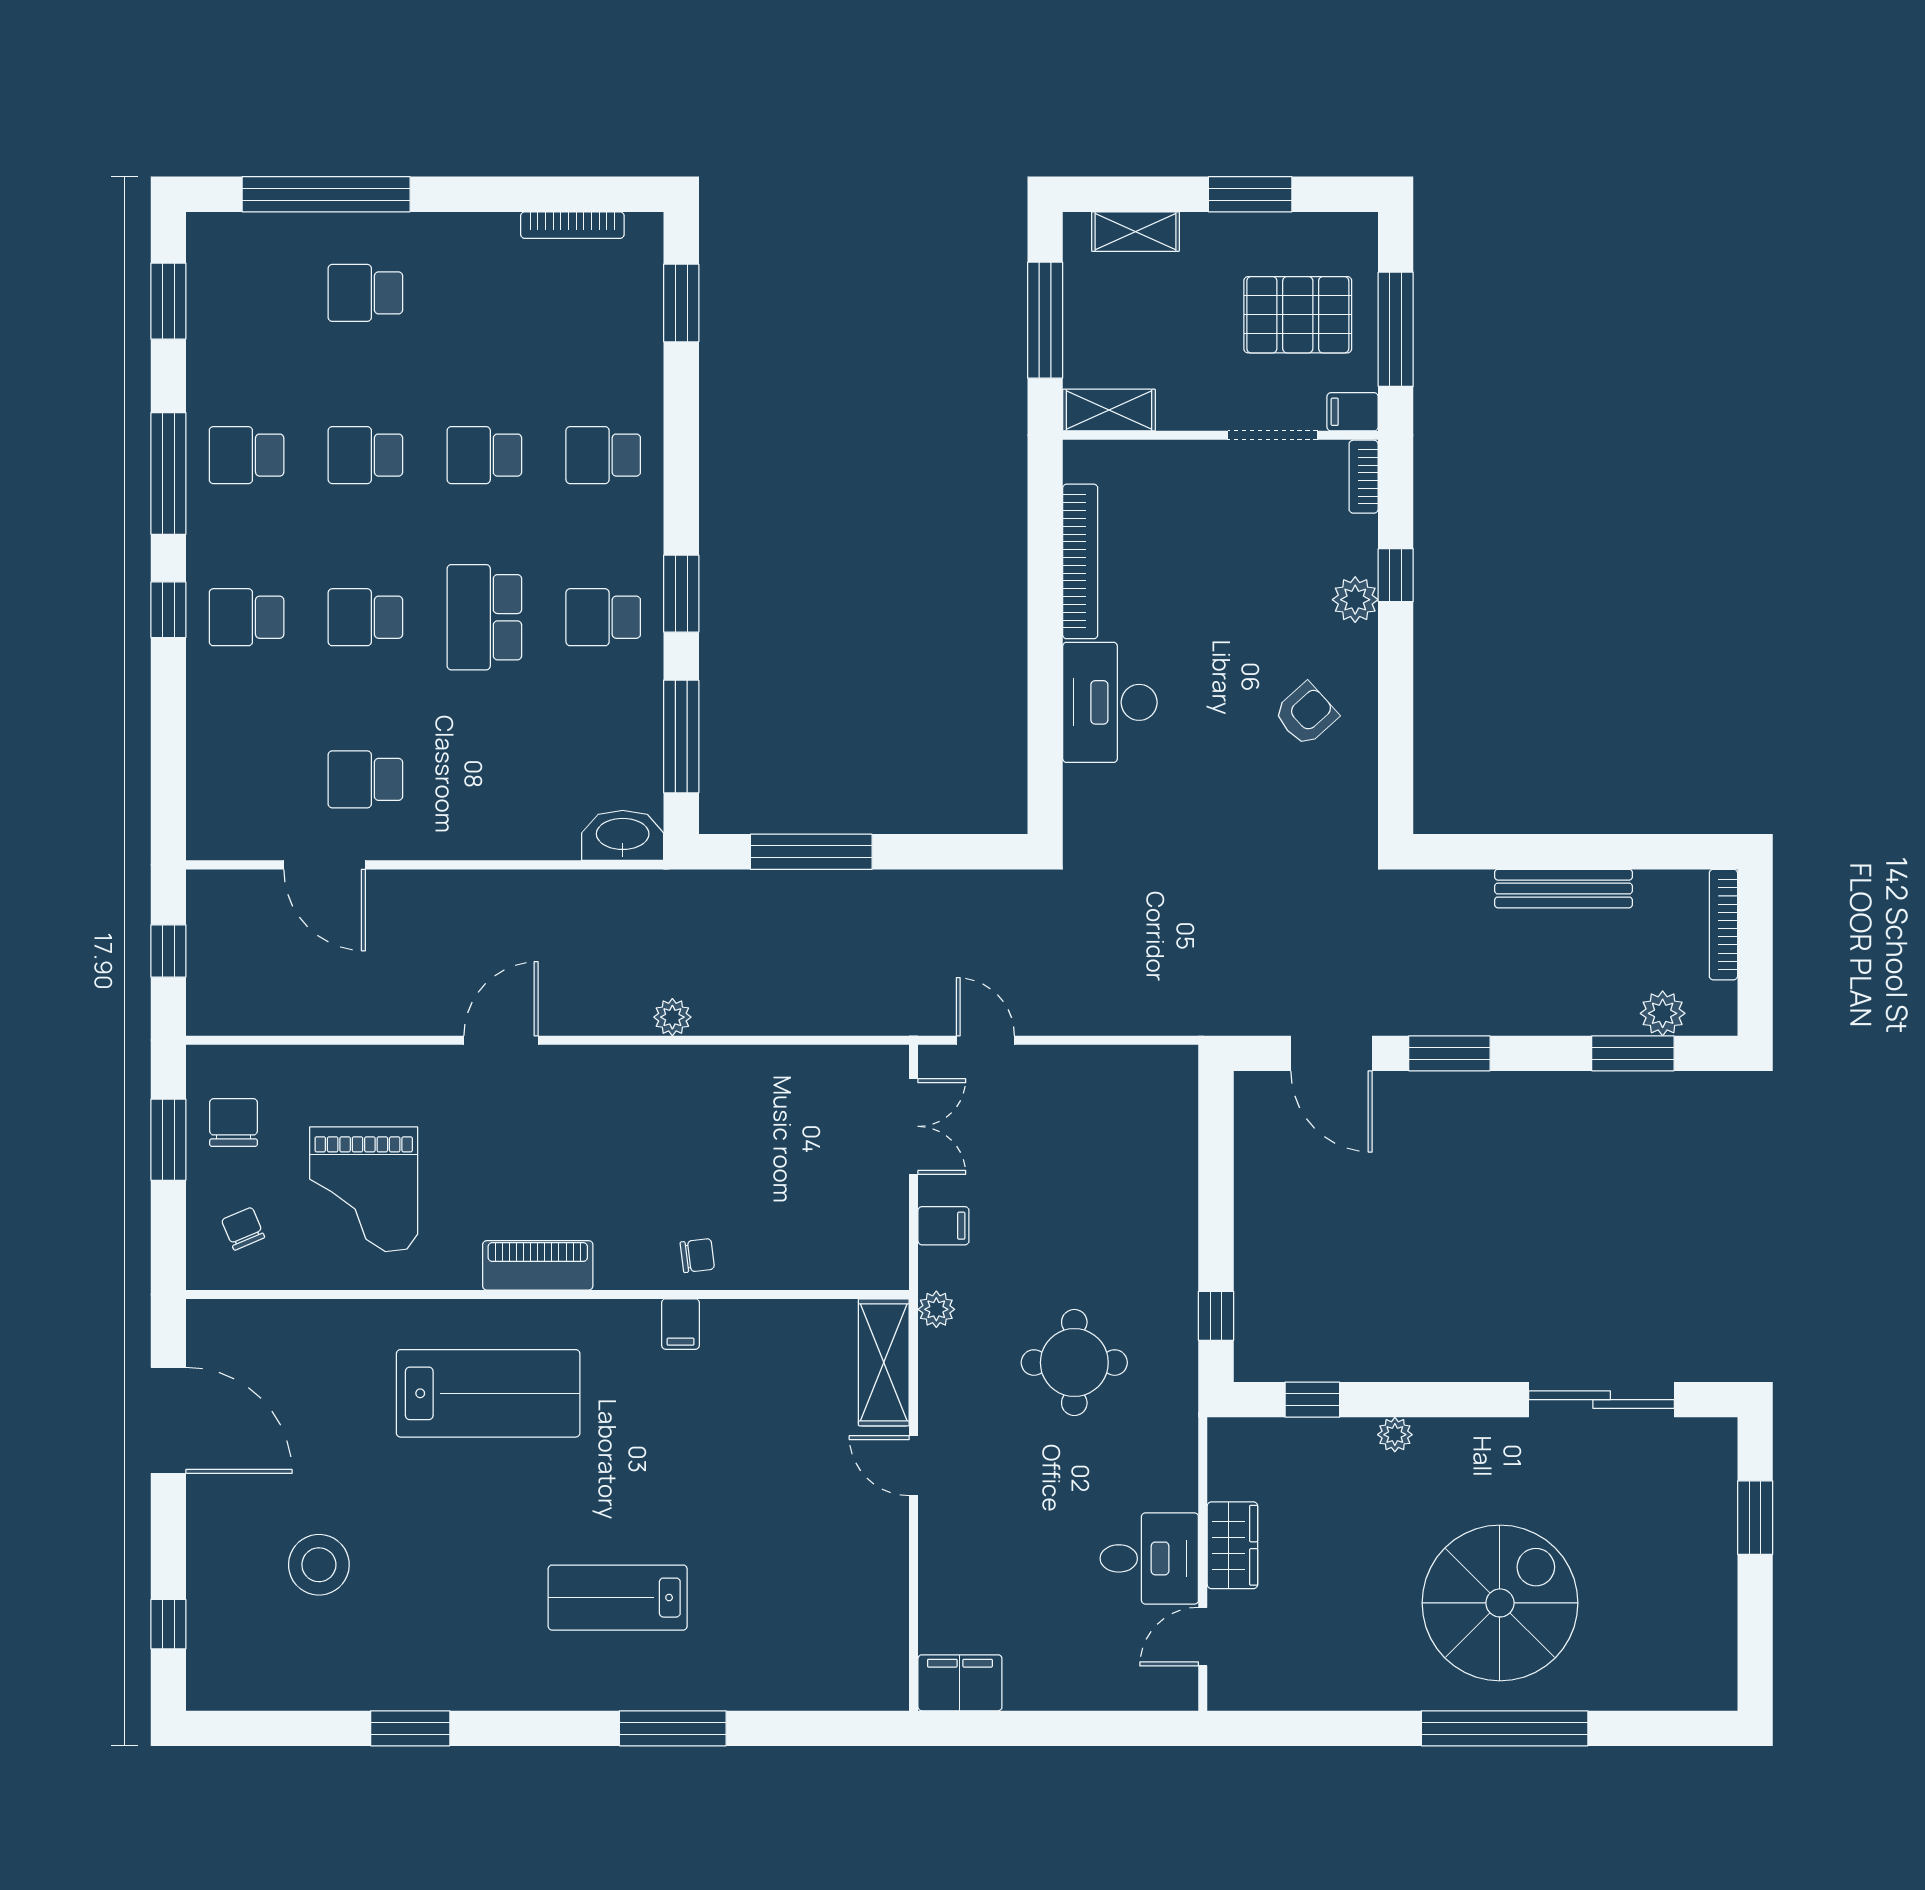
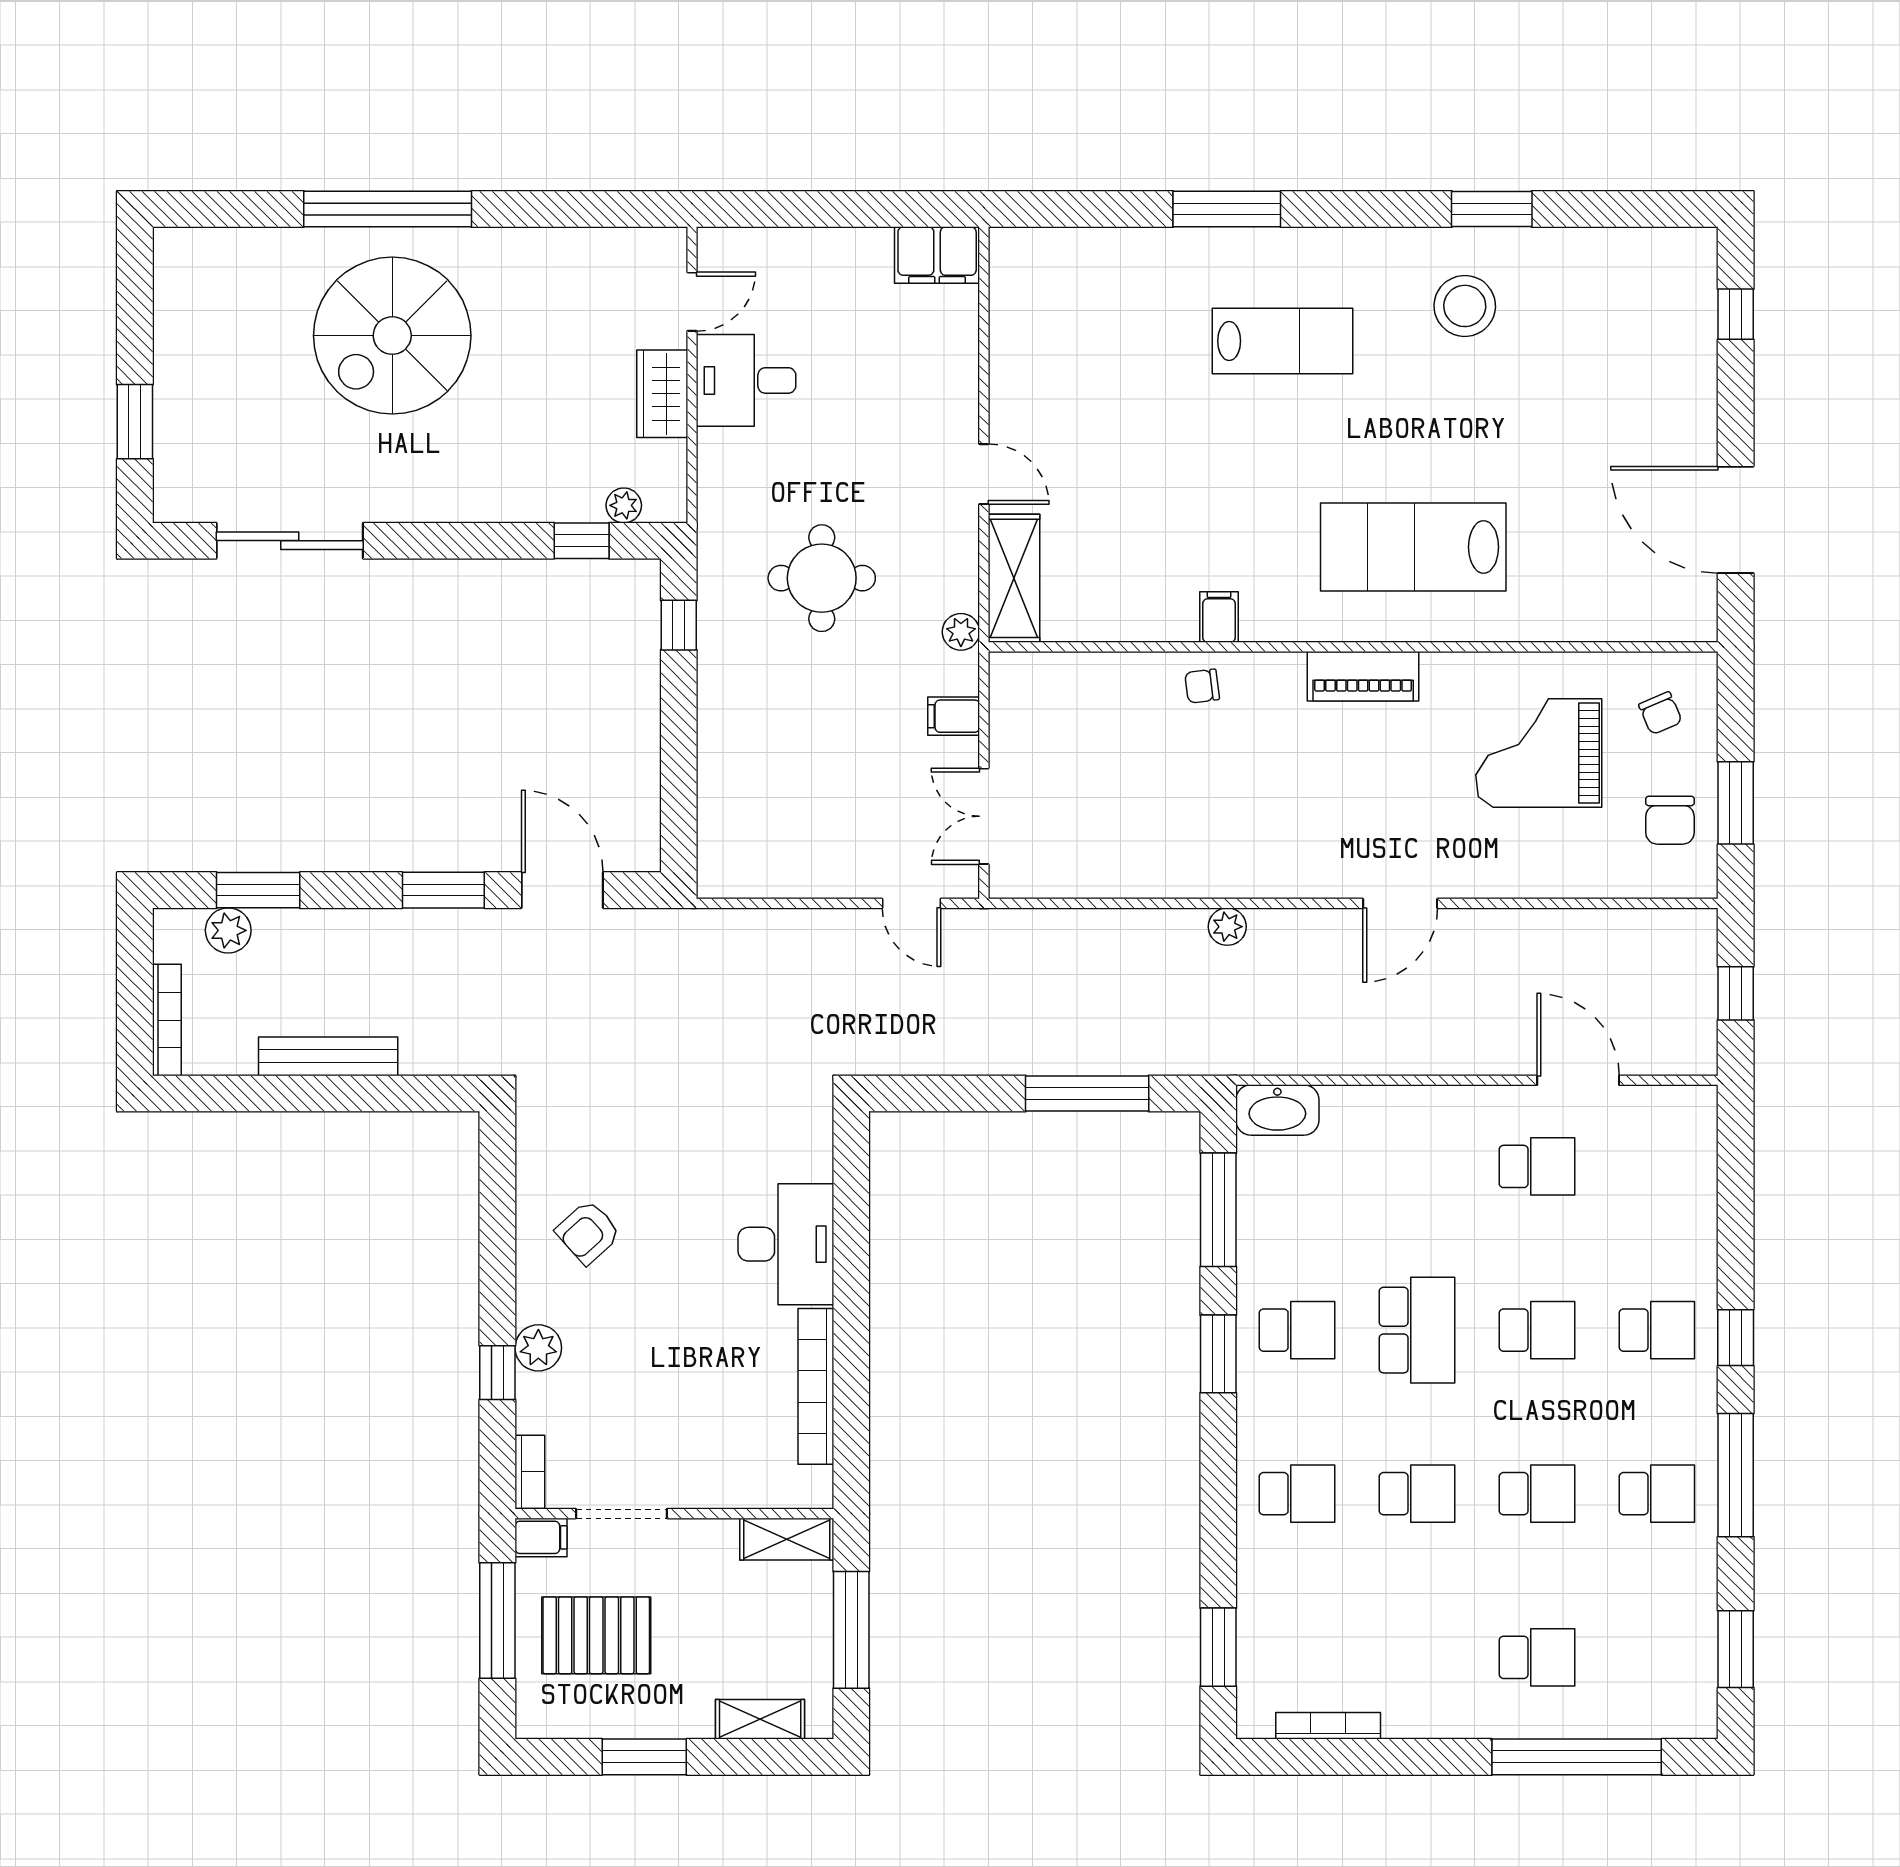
grand piano: (364, 1189) -> (1539, 753), turned -90
plant: (1395, 1435) -> (624, 505), moved
stool: (319, 1565) -> (1465, 306), moved

